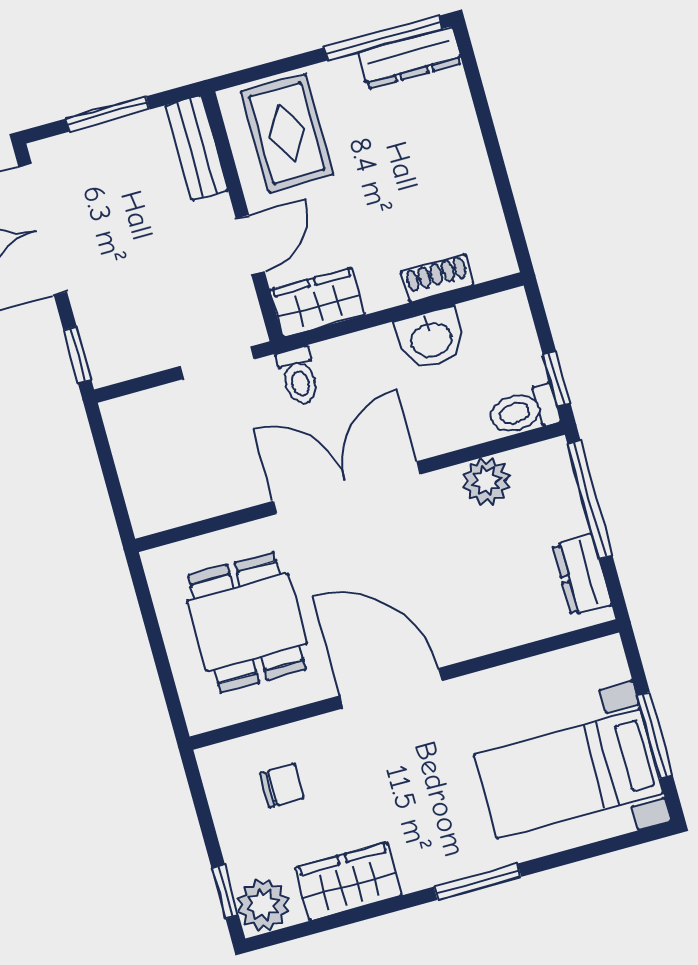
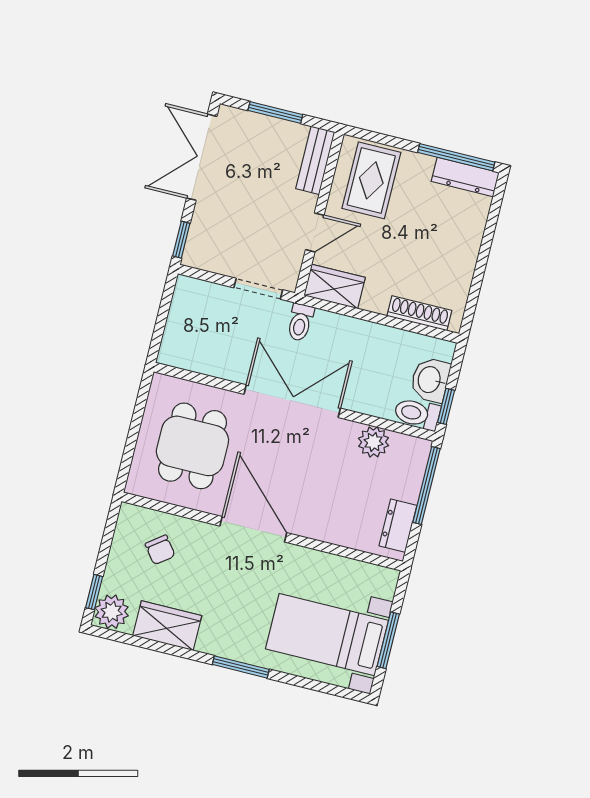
shoe rack: (437, 278) -> (419, 313), width x1.43
washbasin: (431, 338) -> (430, 380), moved, turned 90
chair: (282, 786) -> (160, 550), turned 53

